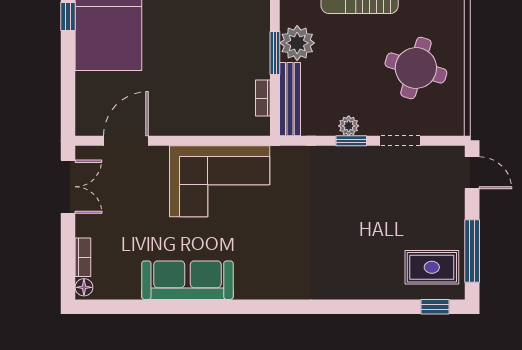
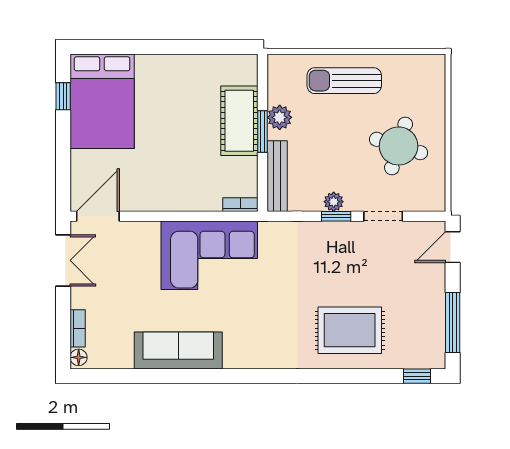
cot: (251, 42) -> (239, 121), added
plant: (297, 43) -> (280, 117), width x0.73, depth x0.73
bookcase: (263, 98) -> (240, 205), moved, turned 90
door: (126, 141) -> (98, 216), moved
door: (472, 173) -> (453, 247), swing flipped
rug: (432, 267) -> (350, 330), moved, width x1.36, depth x1.43

